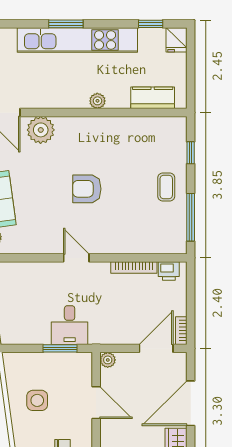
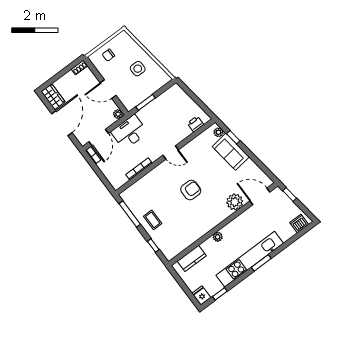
printer: (169, 271) -> (195, 124), moved
desk: (70, 325) -> (129, 132), moved, width x1.37

